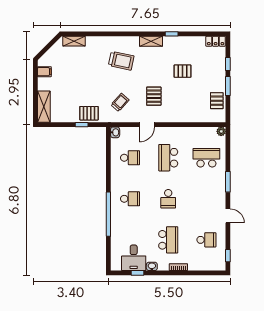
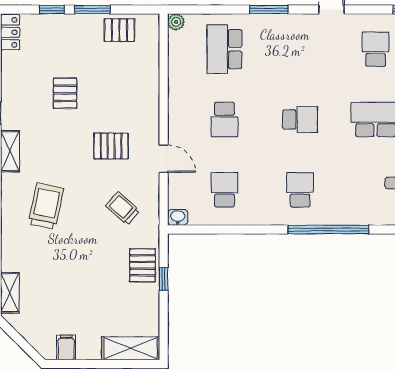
school desk: (168, 158) -> (224, 120), width x0.54

